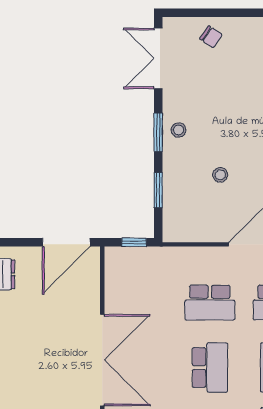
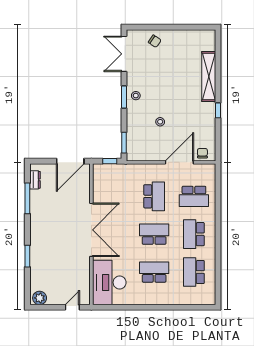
window: (158, 190) -> (124, 143), moved
school desk: (210, 303) -> (154, 196), turned -90
school desk: (210, 367) -> (154, 234), turned -90

